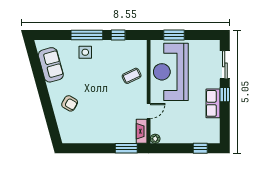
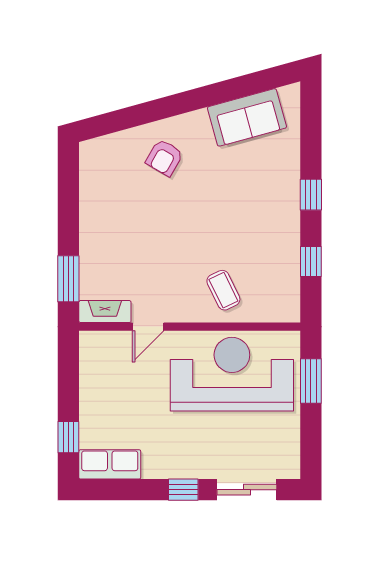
window: (87, 35) -> (311, 195), width x0.46
side table: (85, 52) -> (274, 191), removed
row of seats: (213, 103) -> (110, 464), moved
door: (149, 111) -> (148, 327), hinge flipped
plant: (155, 139) -> (89, 341), removed

